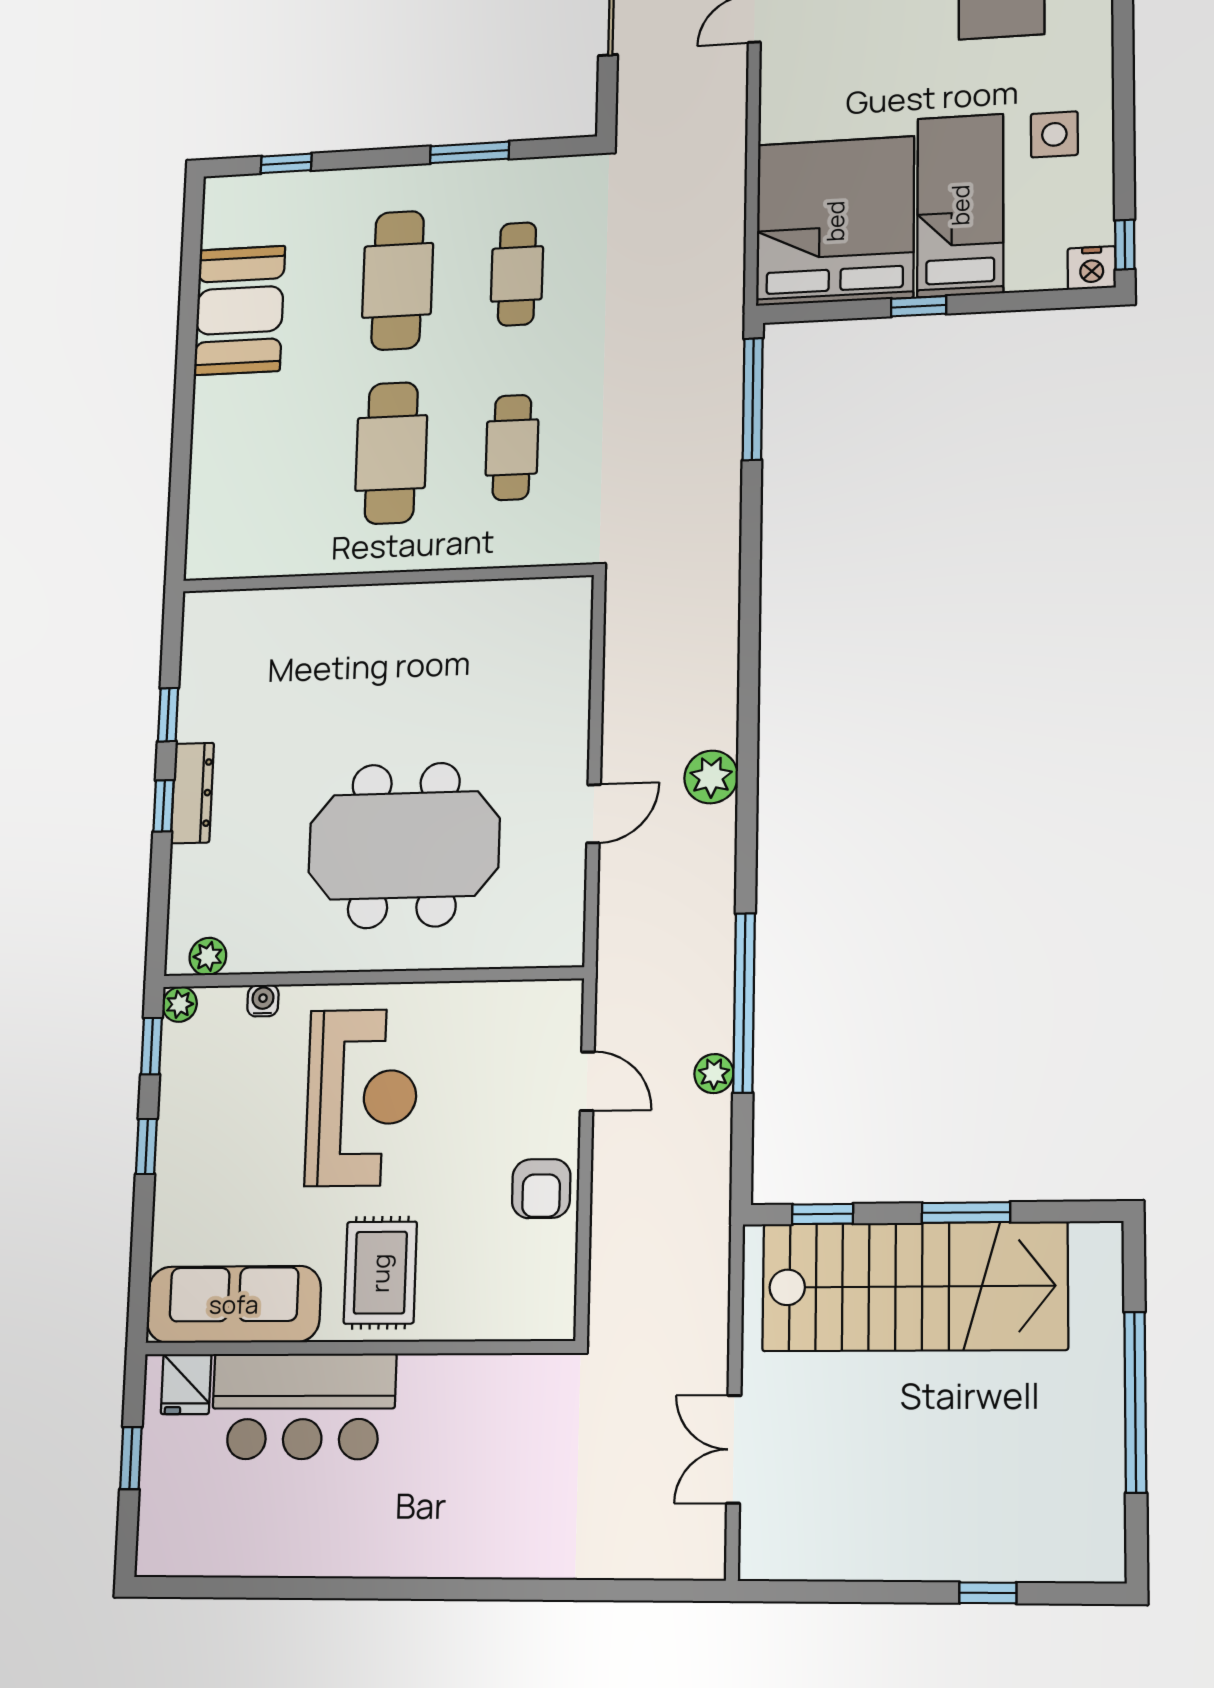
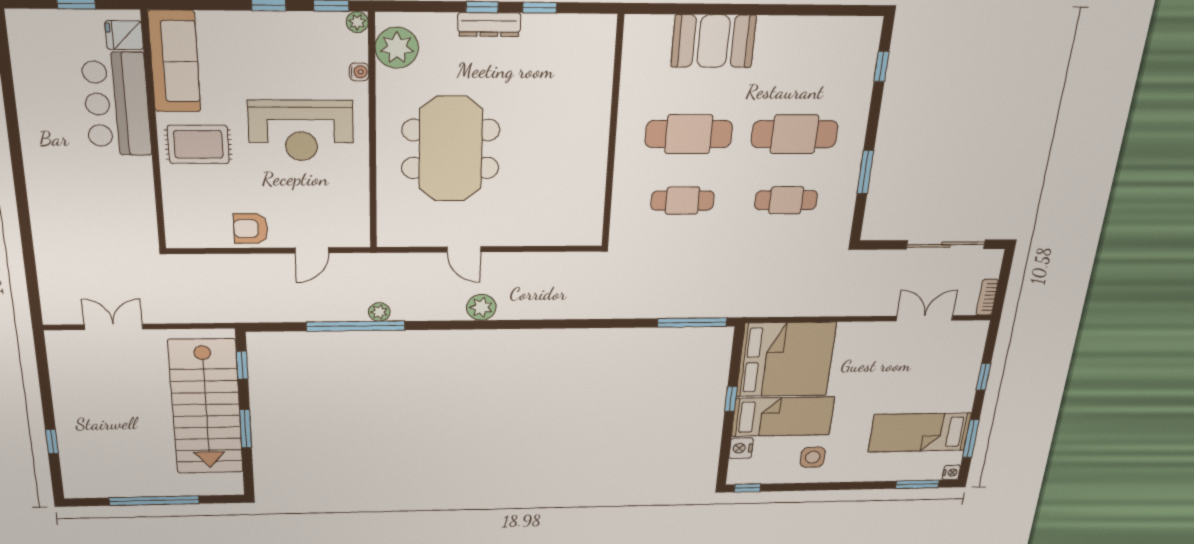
nightstand: (1092, 268) -> (741, 448), moved
booth: (240, 310) -> (713, 41), moved
plant: (208, 956) -> (397, 48), width x1.87, depth x1.87
plant: (714, 1074) -> (379, 312), moved

